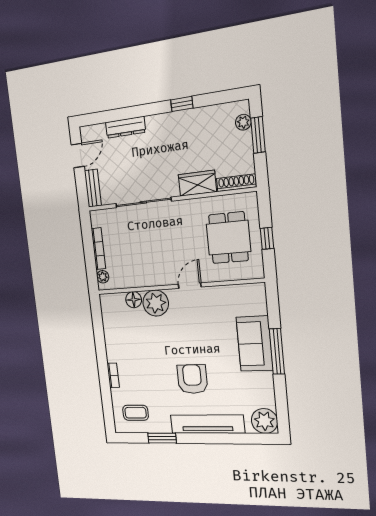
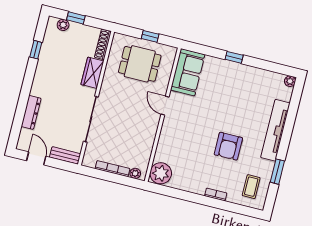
window: (182, 104) -> (36, 50), moved
window: (258, 135) -> (76, 18), width x0.67
floor lamp: (134, 300) -> (161, 154), removed
plant: (156, 303) -> (161, 173), moved
sofa: (254, 344) -> (188, 72), moved, turned -90
window: (277, 351) -> (234, 57), width x0.46
armchair: (192, 379) -> (228, 146), moved, turned -90
plant: (264, 421) -> (290, 81), width x0.53, depth x0.53

